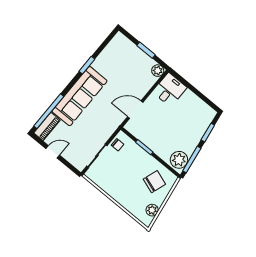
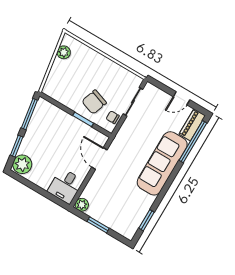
window: (87, 65) -> (146, 220), moved
door: (135, 110) -> (99, 158), swing flipped
plant: (179, 160) -> (22, 164), moved
chair: (154, 182) -> (94, 102), moved

